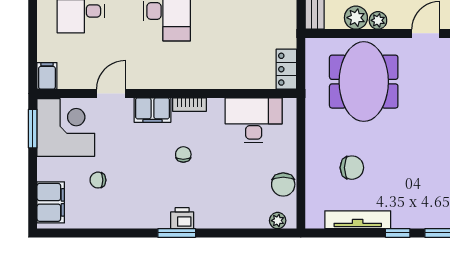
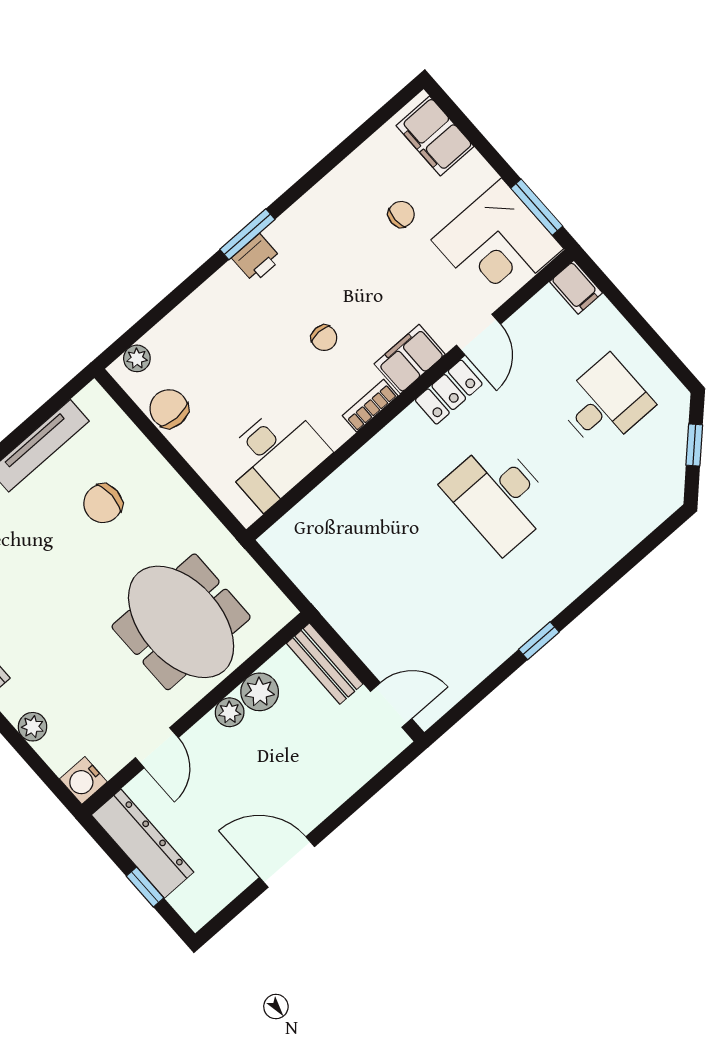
locker: (286, 69) -> (449, 392), moved, turned 90

